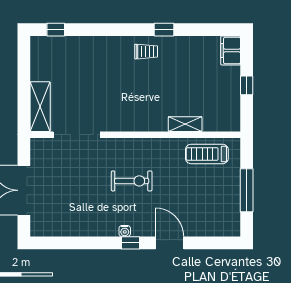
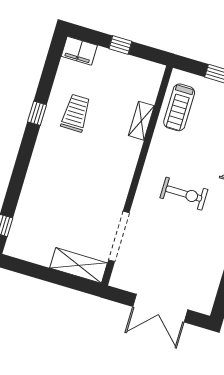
trolley: (146, 52) -> (76, 113), moved, width x1.36, depth x1.39
exercise bike: (132, 181) -> (184, 194), turned 90

